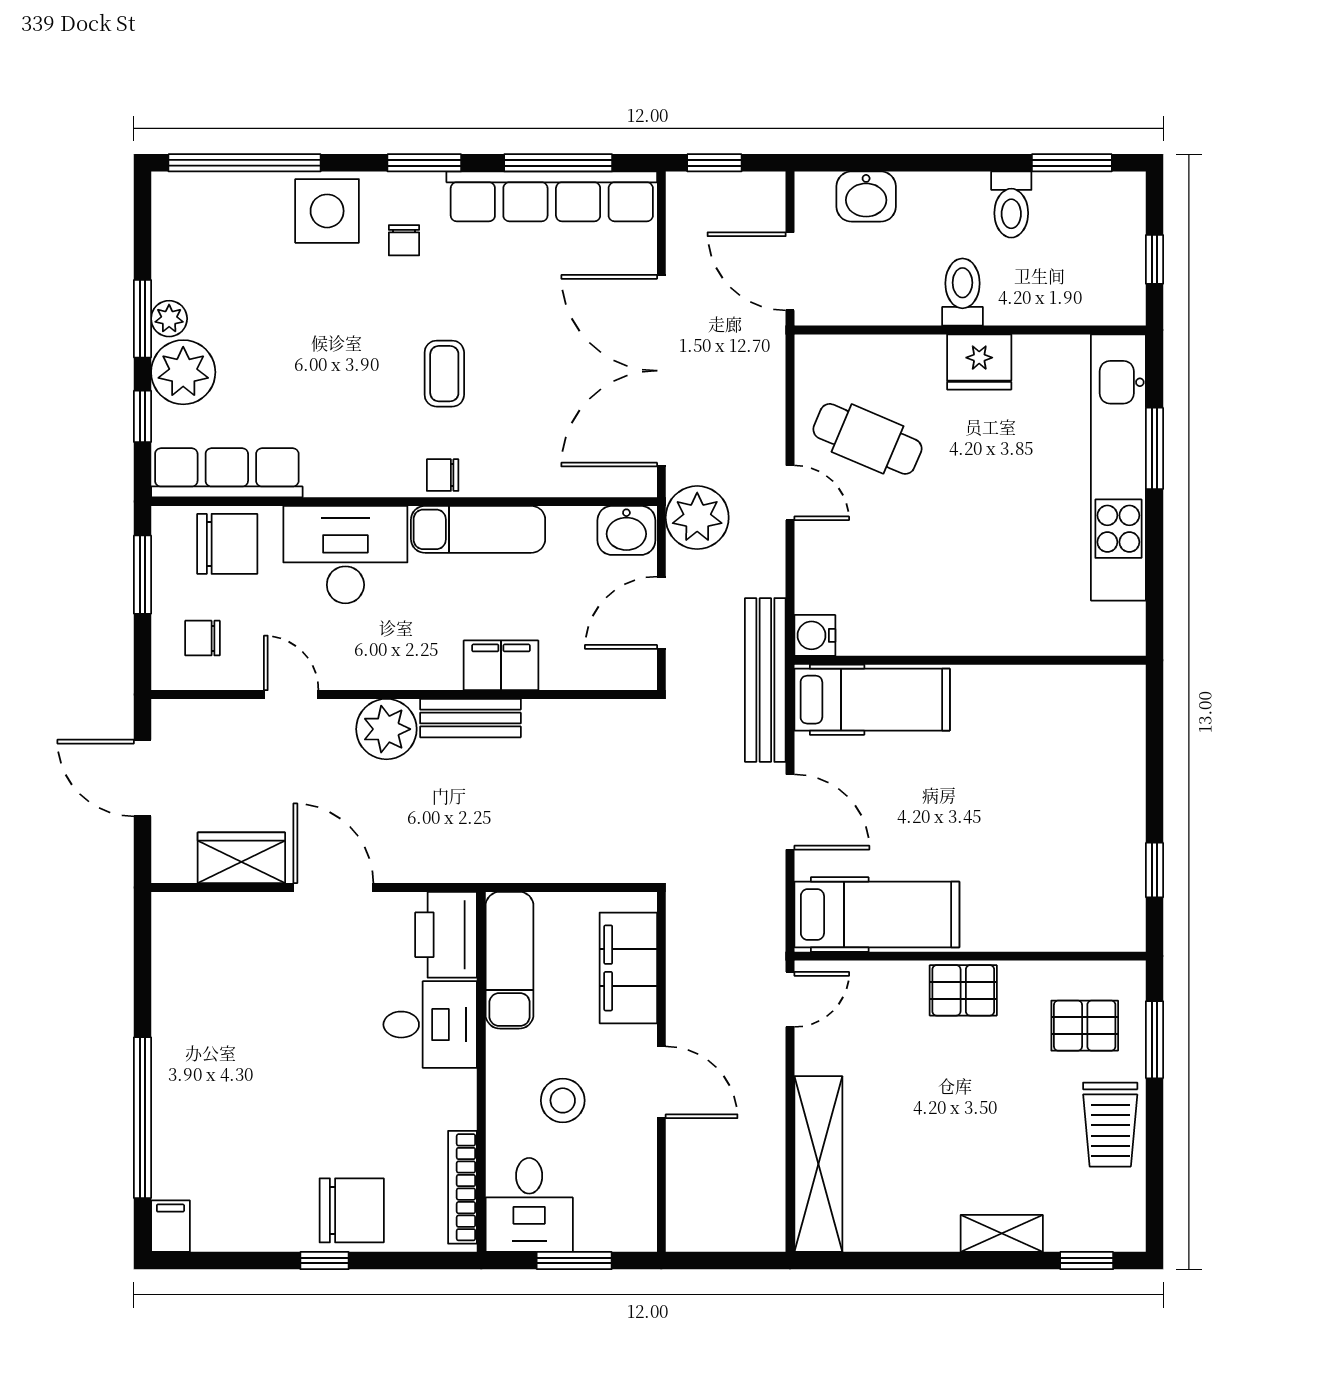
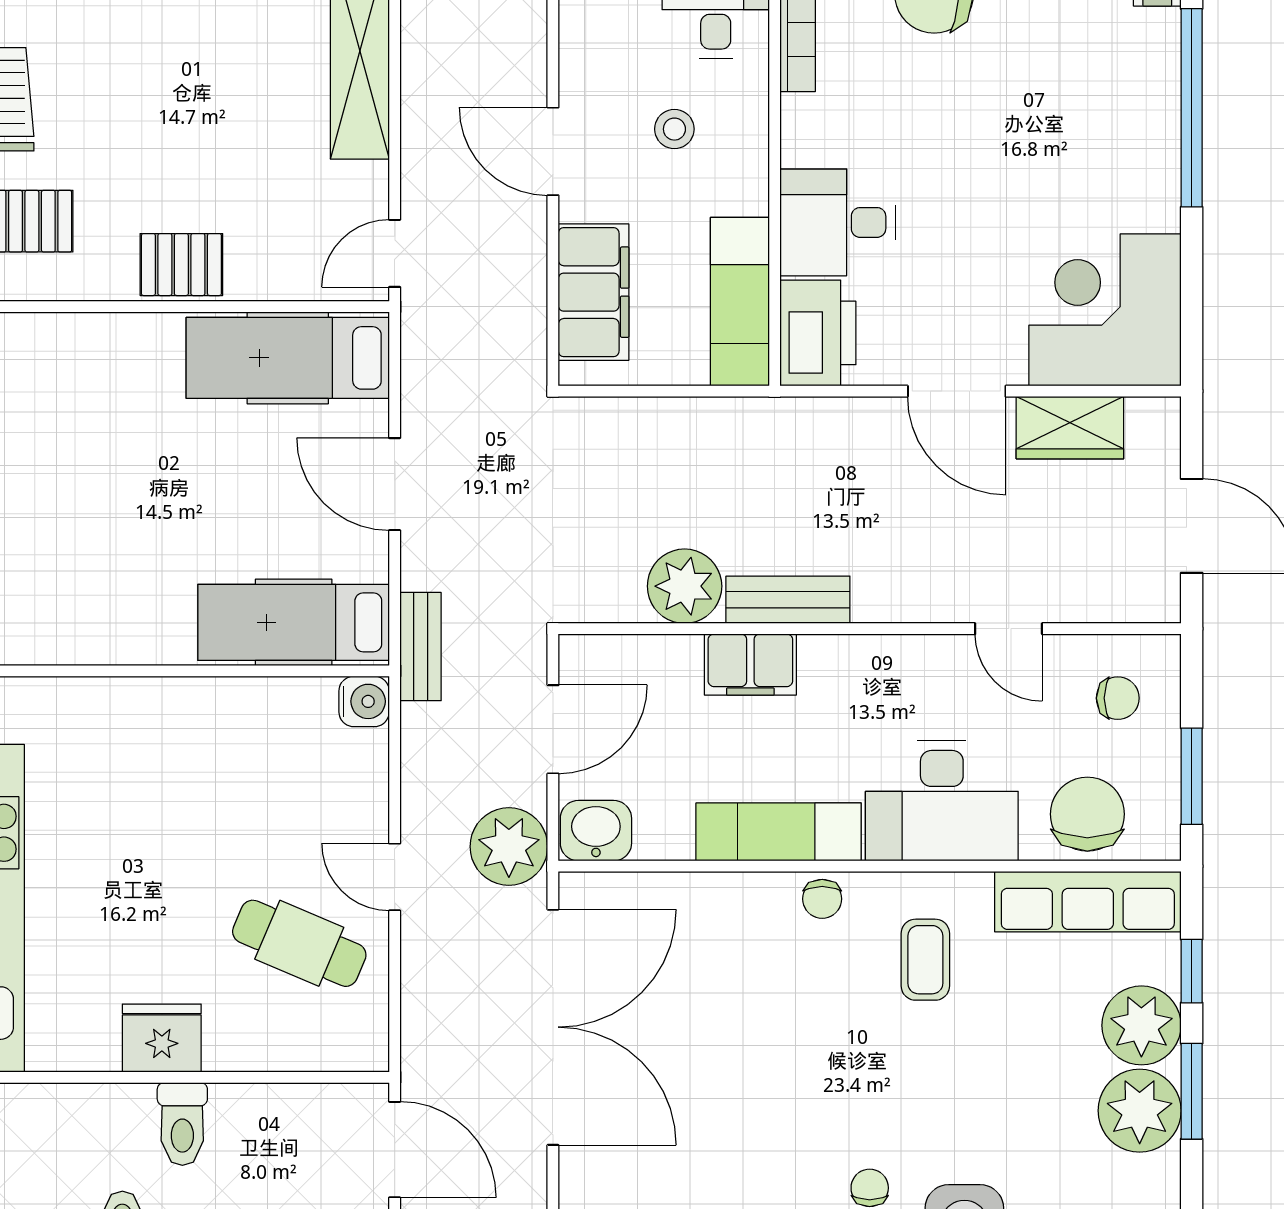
plant: (169, 319) -> (1140, 1111), width x1.88, depth x1.88
coffee table: (444, 374) -> (925, 960), moved
chair: (443, 475) -> (822, 899), turned 90
chair: (227, 544) -> (1087, 814), turned 90
bench: (765, 680) -> (421, 647), width x0.54, depth x0.82
plant: (386, 729) -> (685, 586), moved
corner desk: (213, 954) -> (1105, 310), added
stool: (563, 1100) -> (674, 129), width x0.73, depth x0.73

